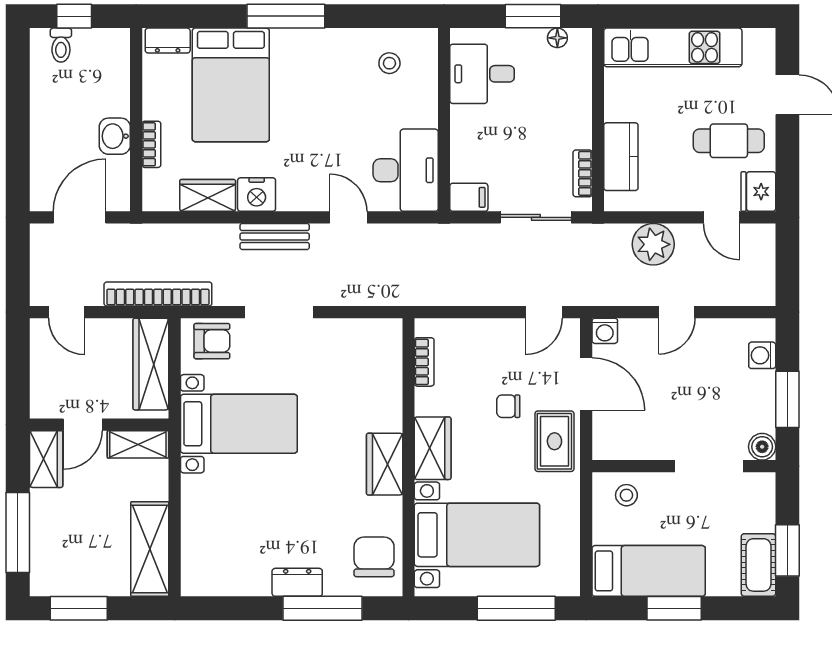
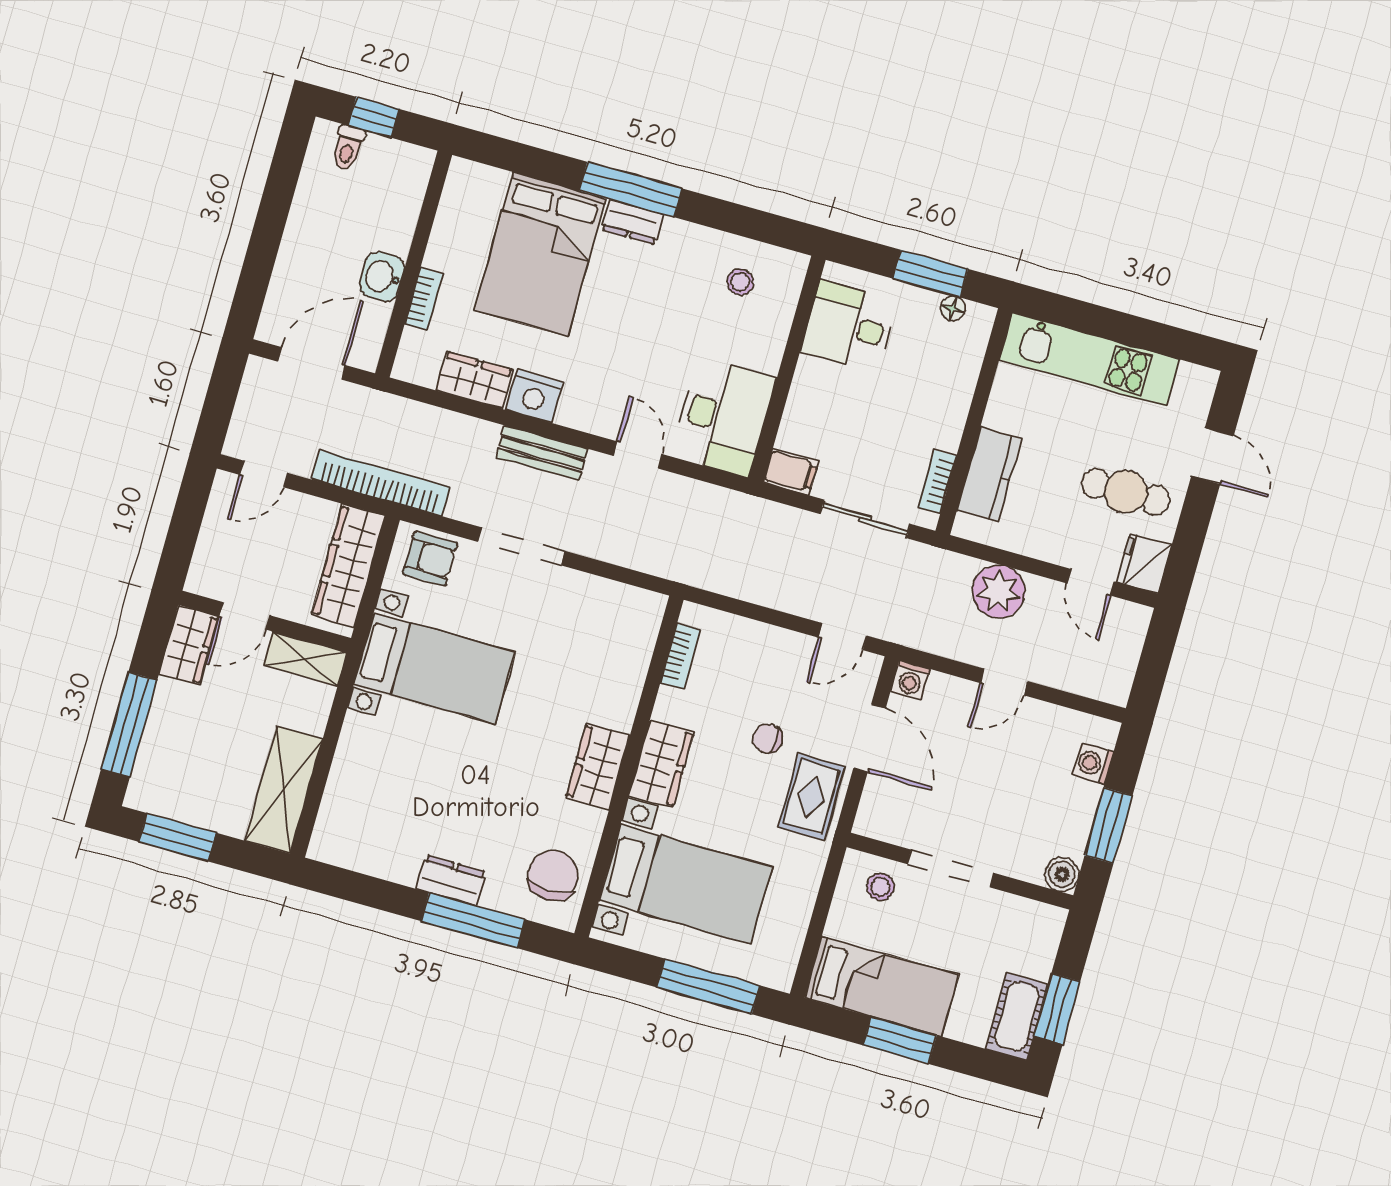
dresser: (168, 41) -> (632, 222), moved
door: (67, 312) -> (264, 474), hinge flipped
doorway: (709, 466) -> (950, 868), moved

